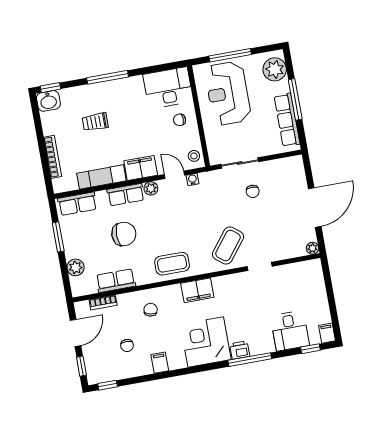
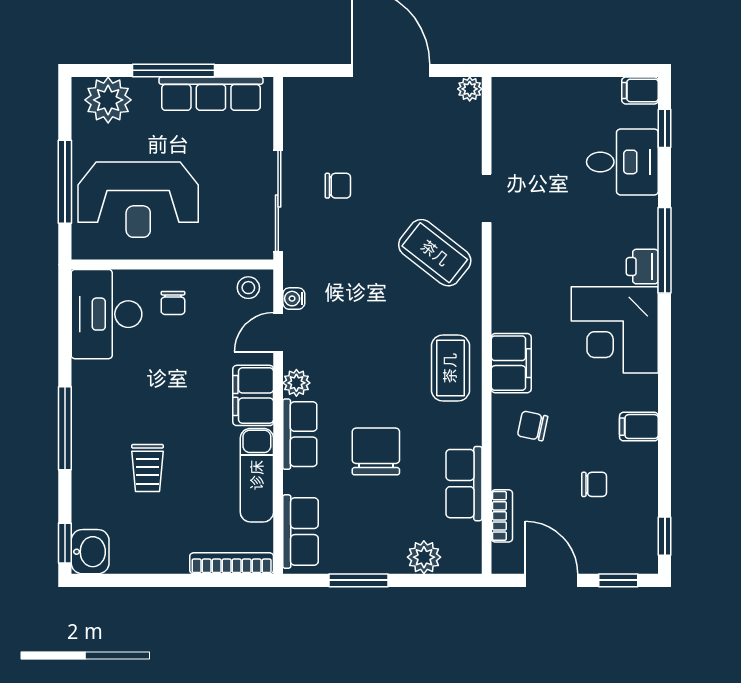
bookcase: (53, 157) -> (232, 563), moved
sliding door: (240, 163) -> (278, 201), width x1.37
filing cabinet: (197, 290) -> (511, 363), moved

